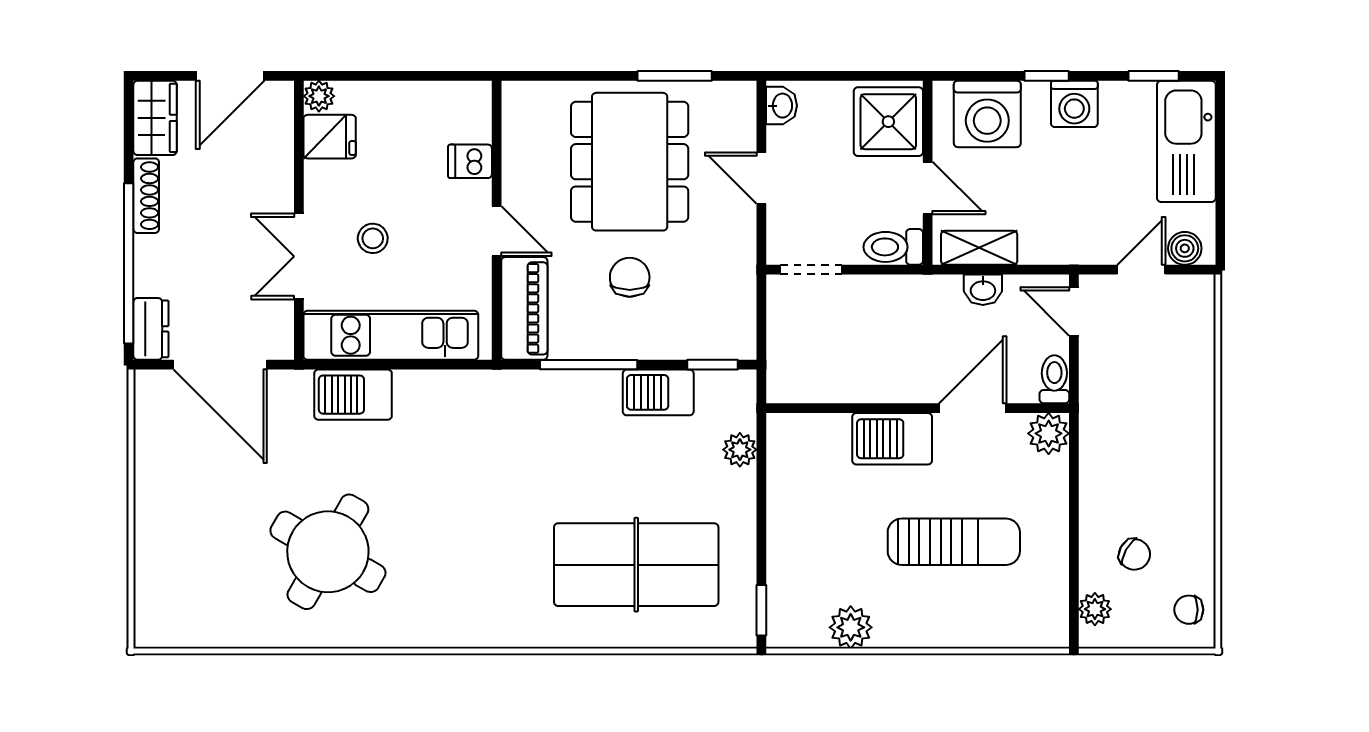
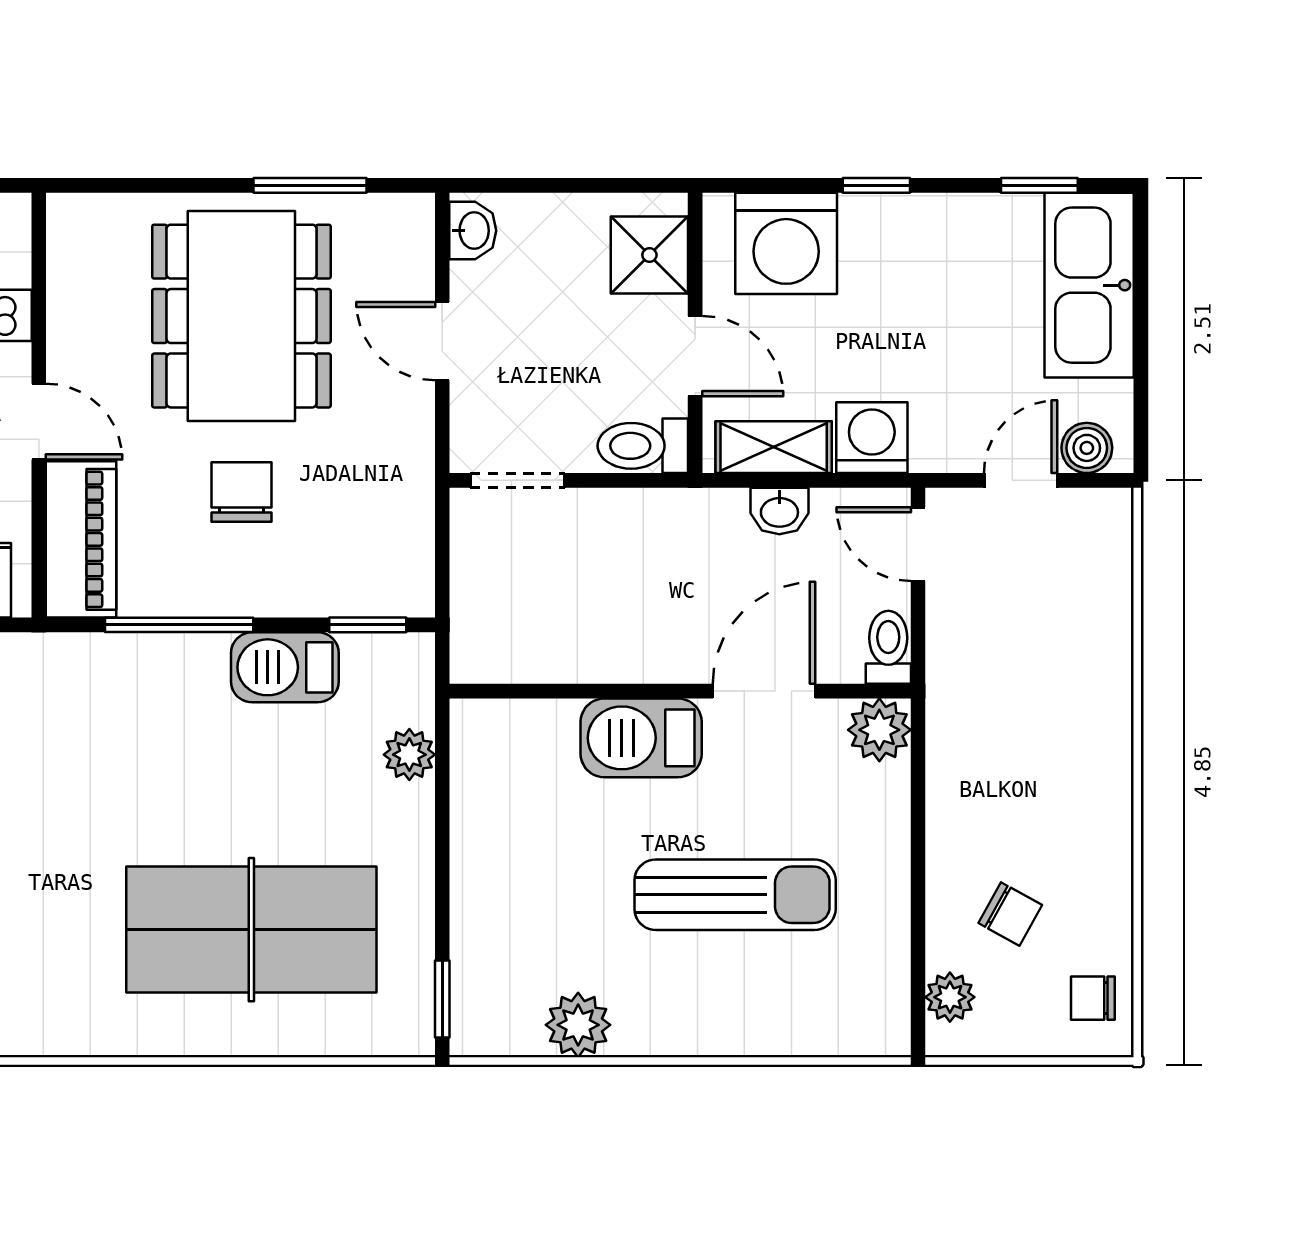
washing machine: (1074, 104) -> (872, 438), moved, turned 180
shower: (888, 122) -> (649, 255), width x0.73, depth x0.73

